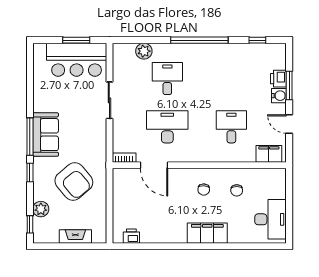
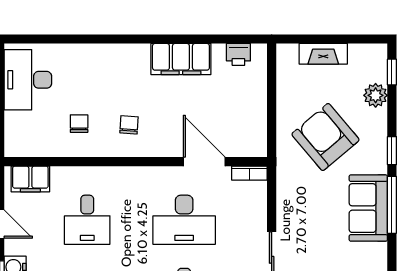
filing cabinet: (207, 233) -> (181, 59), moved

